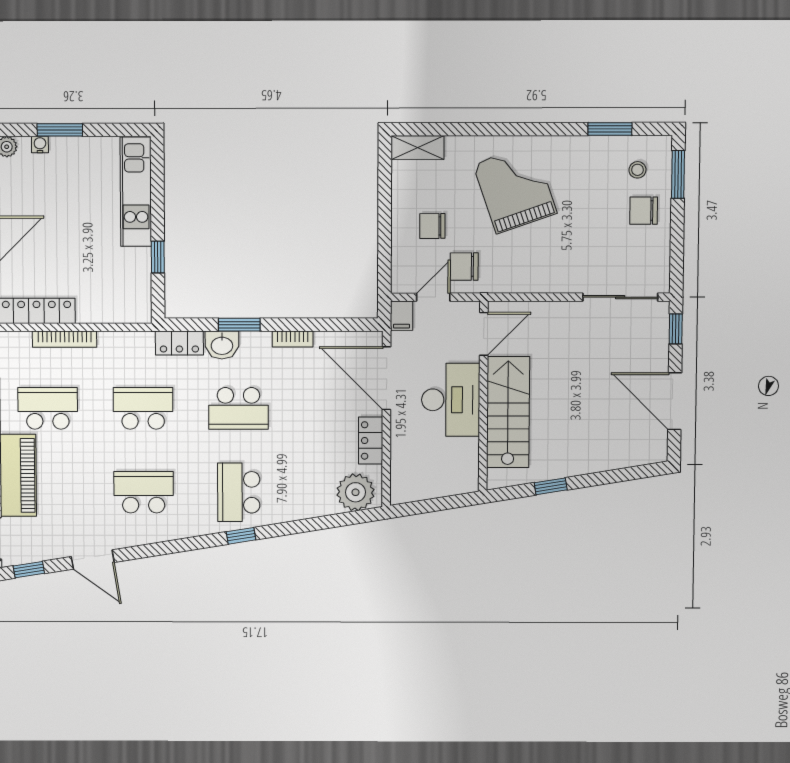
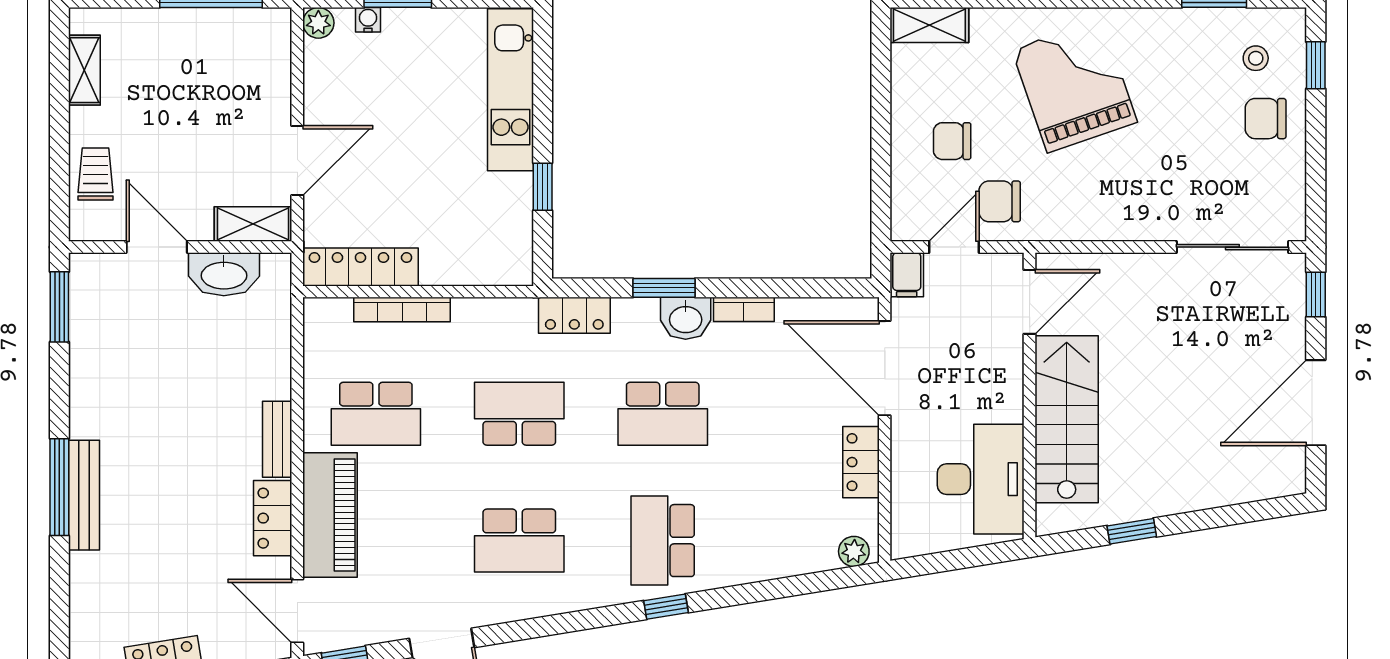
window: (678, 174) -> (1316, 65), width x0.67
washbasin: (222, 345) -> (686, 318), moved
desk: (451, 400) -> (981, 479), moved
door: (675, 401) -> (1316, 403), hinge flipped
school desk: (48, 408) -> (376, 414), turned 180
school desk: (144, 492) -> (519, 541), turned 180
plant: (355, 492) -> (854, 551), width x0.53, depth x0.53

